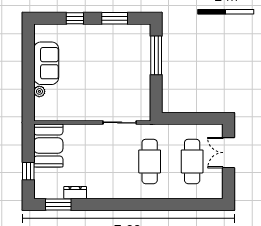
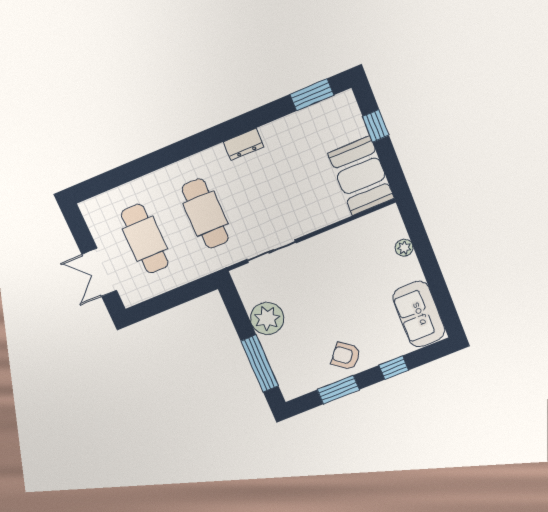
armchair: (101, 38) -> (346, 356), added
sofa: (46, 63) -> (419, 314), moved
plant: (140, 82) -> (267, 319), added
double door: (228, 153) -> (99, 272), swing flipped
dresser: (75, 193) -> (244, 144), moved

